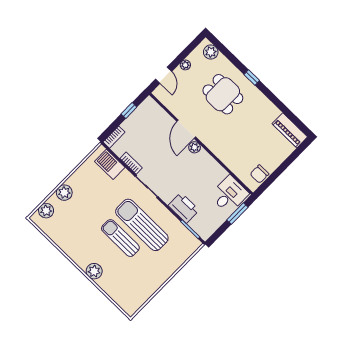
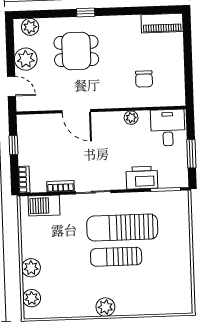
plant: (185, 65) -> (26, 59), width x1.88, depth x1.88
plant: (195, 147) -> (131, 118), moved
chair: (259, 174) -> (144, 79), moved
window: (237, 214) -> (191, 154), moved
plant: (94, 271) -> (105, 307), moved

